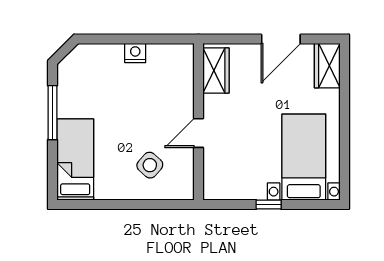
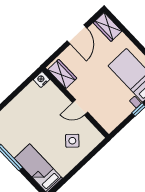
nightstand: (135, 53) -> (41, 79), moved
door: (199, 133) -> (80, 107), hinge flipped

